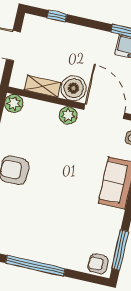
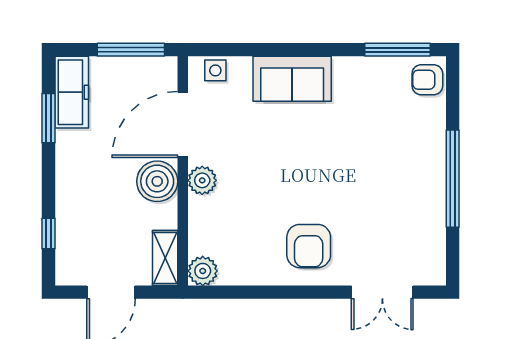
shelving: (42, 86) -> (165, 258), moved
armchair: (98, 264) -> (427, 80), turned 90

